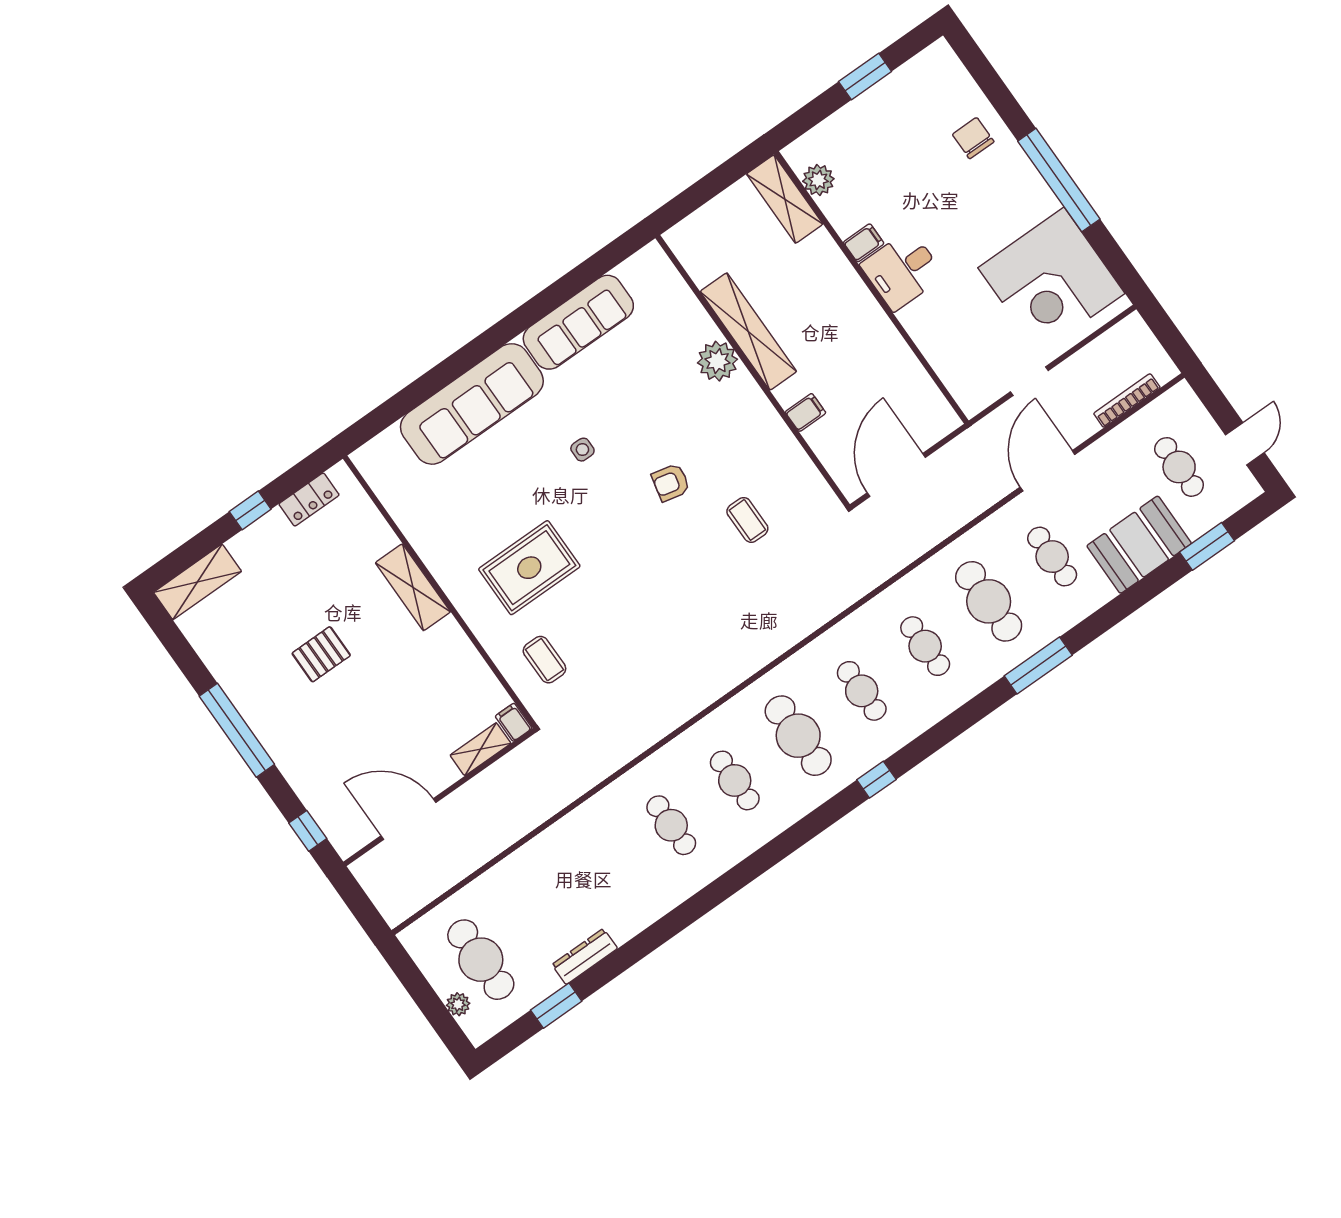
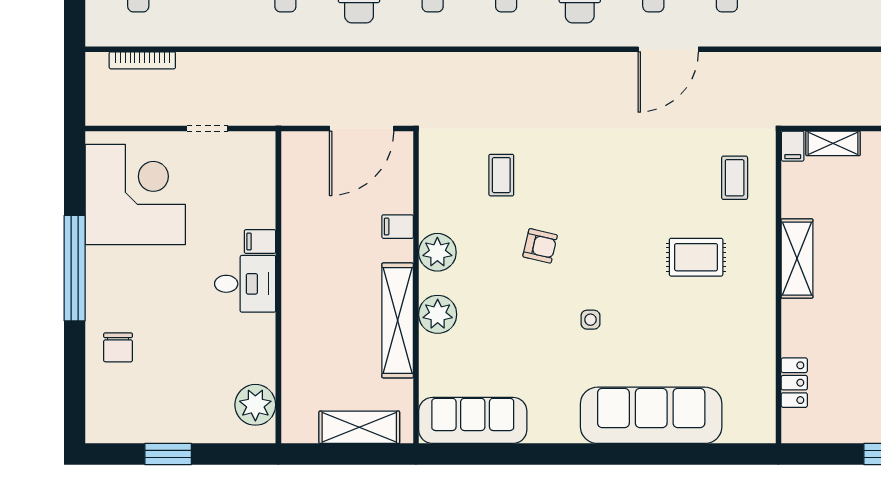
plant: (818, 180) -> (255, 405), width x1.36, depth x1.36
shelving: (785, 199) -> (359, 427), moved, turned 90
filing cabinet: (864, 243) -> (260, 242), moved
sofa: (578, 322) -> (473, 420), moved
plant: (756, 414) -> (437, 252), added
door: (1048, 471) -> (668, 49), moved
locker: (309, 500) -> (794, 383), moved, turned 90
rug: (529, 568) -> (696, 257), width x0.73, depth x0.70
shelving: (413, 587) -> (797, 259), moved

